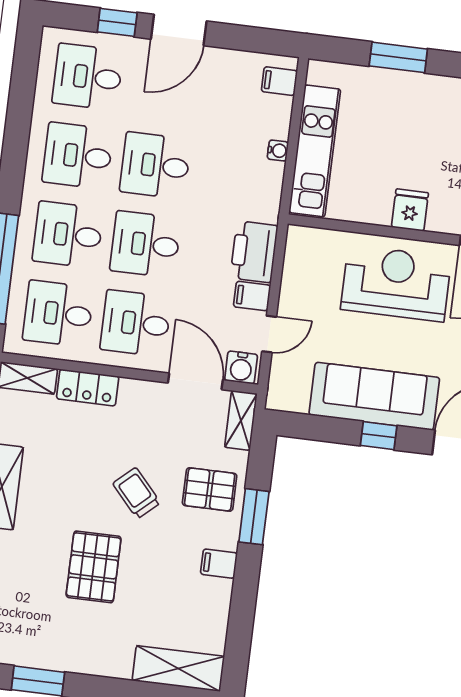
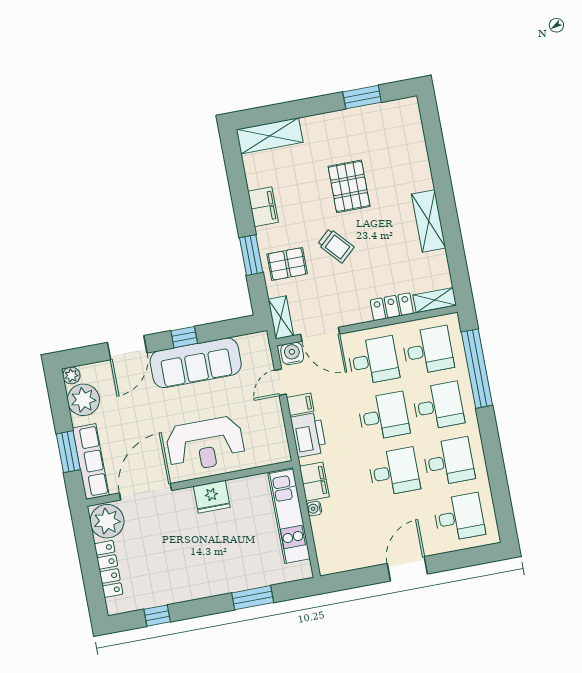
window: (117, 22) -> (451, 561), removed
filing cabinet: (279, 81) -> (314, 482), moved, width x2.00
fridge: (410, 210) -> (212, 497), width x1.38
filing cabinet: (219, 564) -> (263, 207), width x2.00

